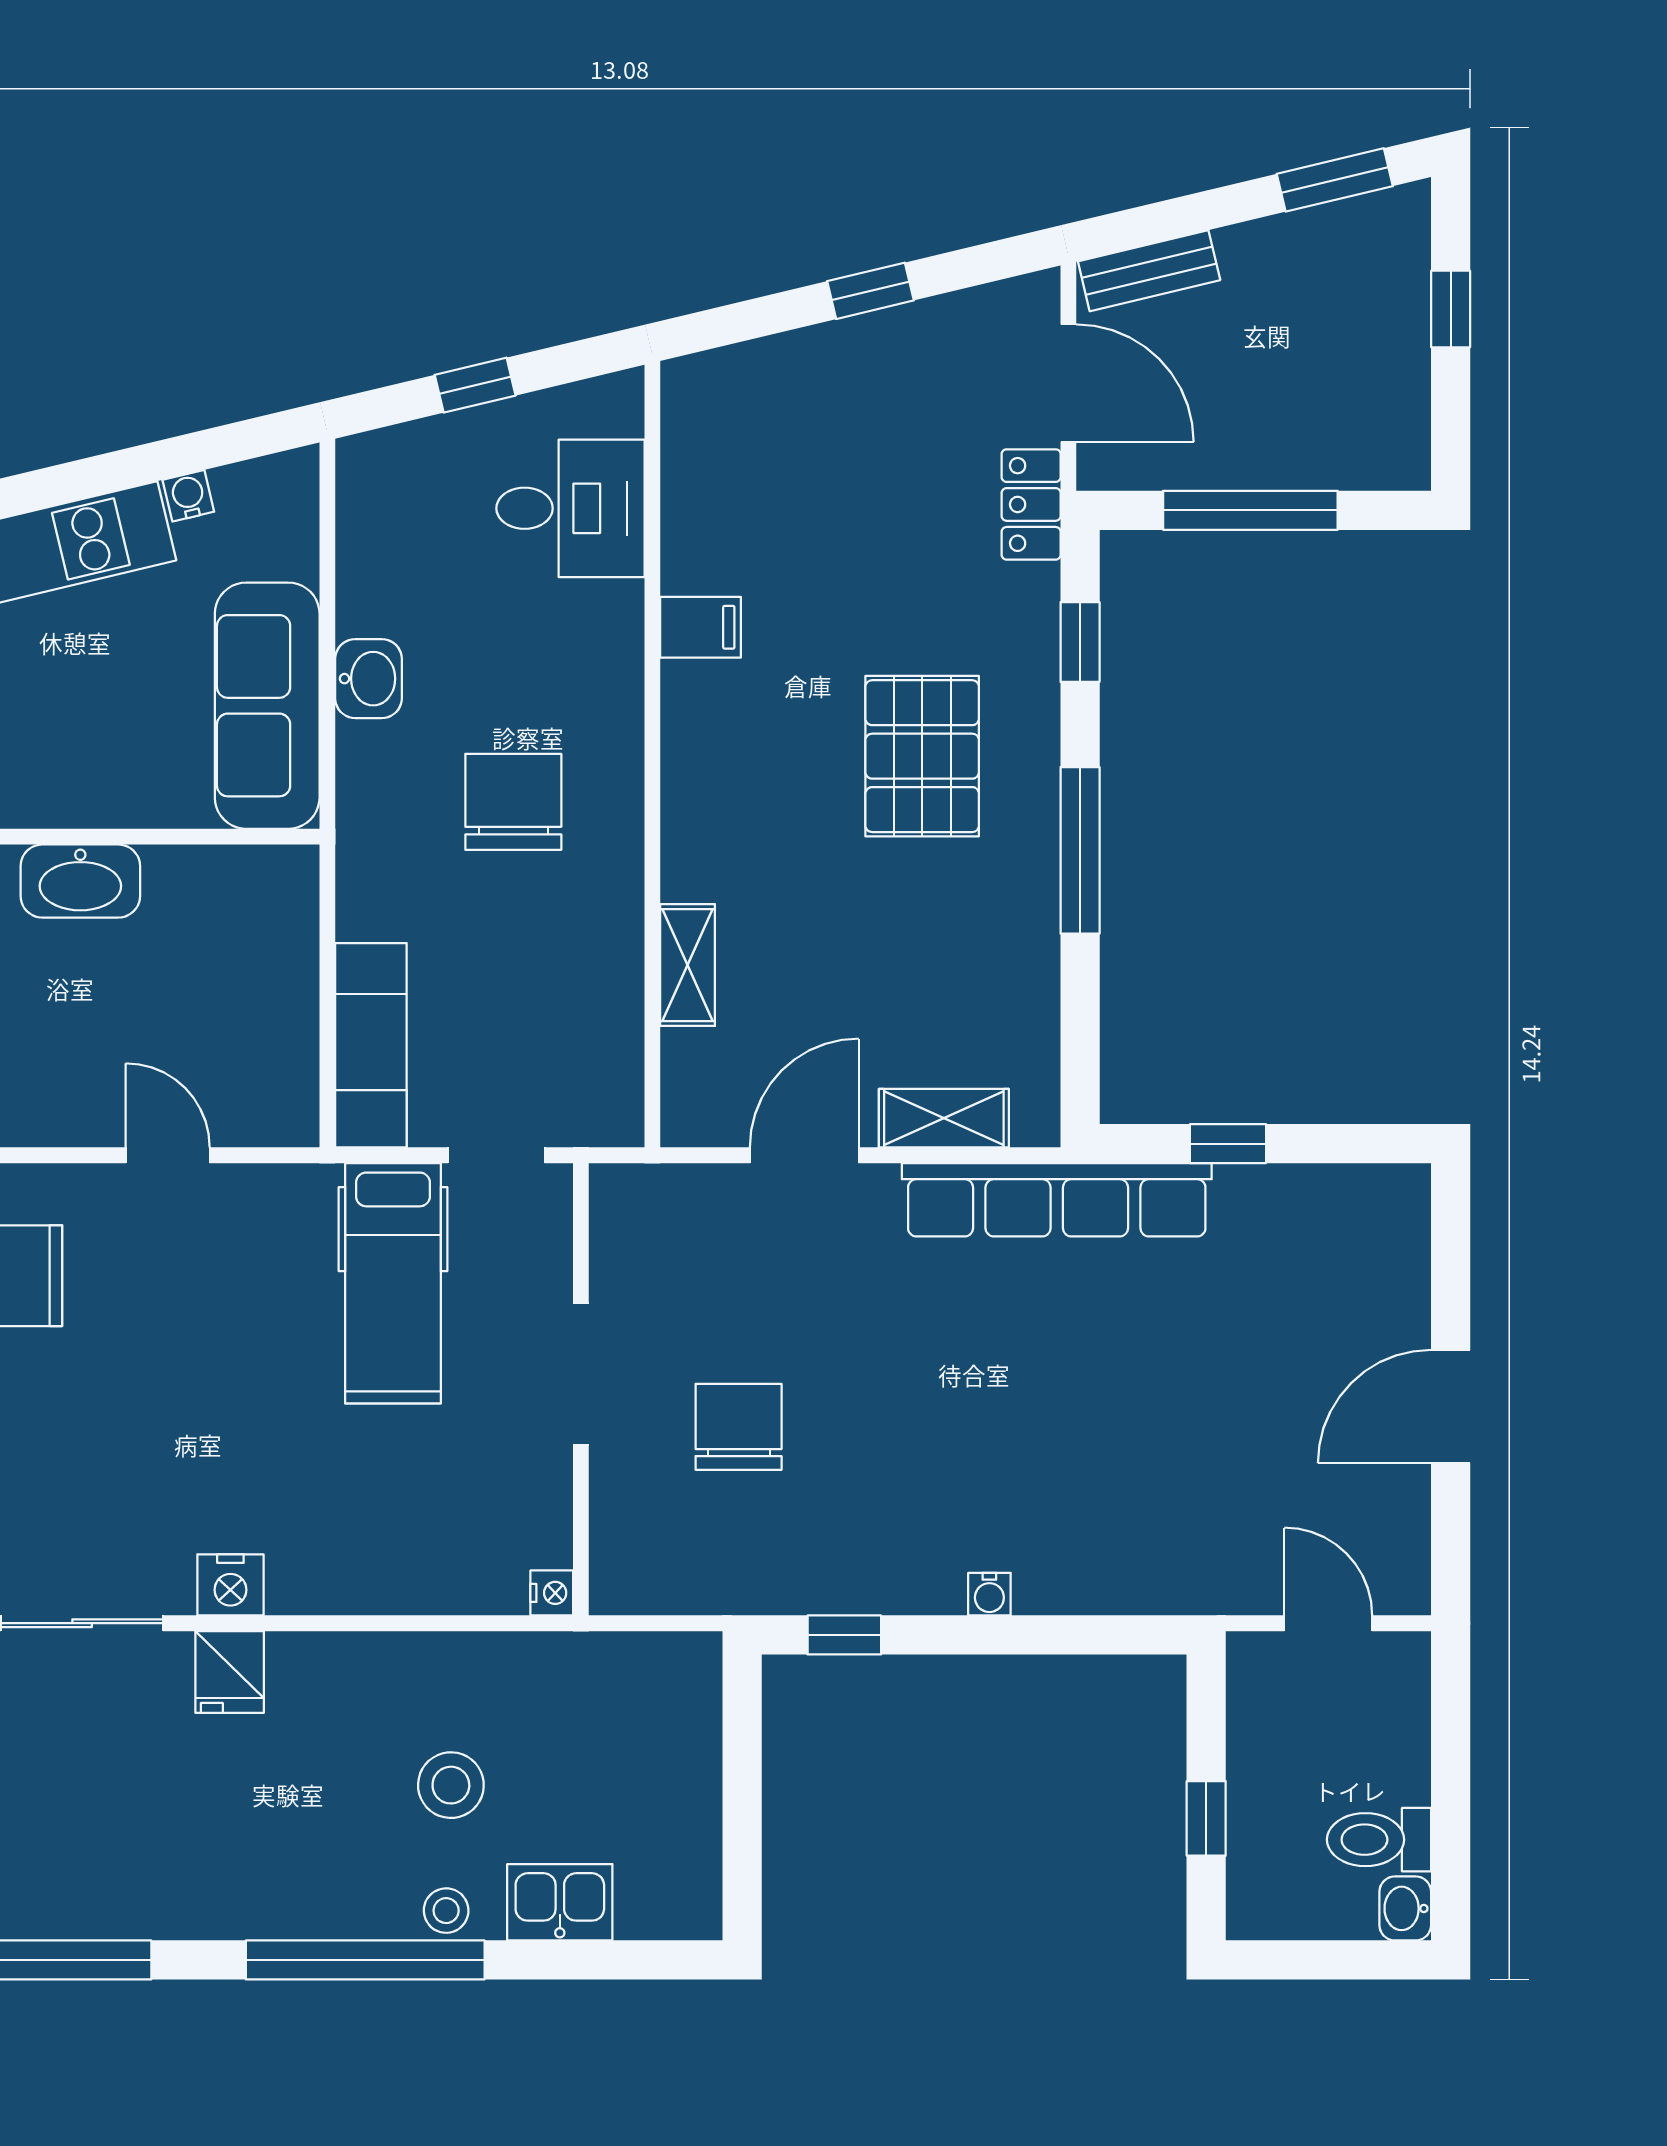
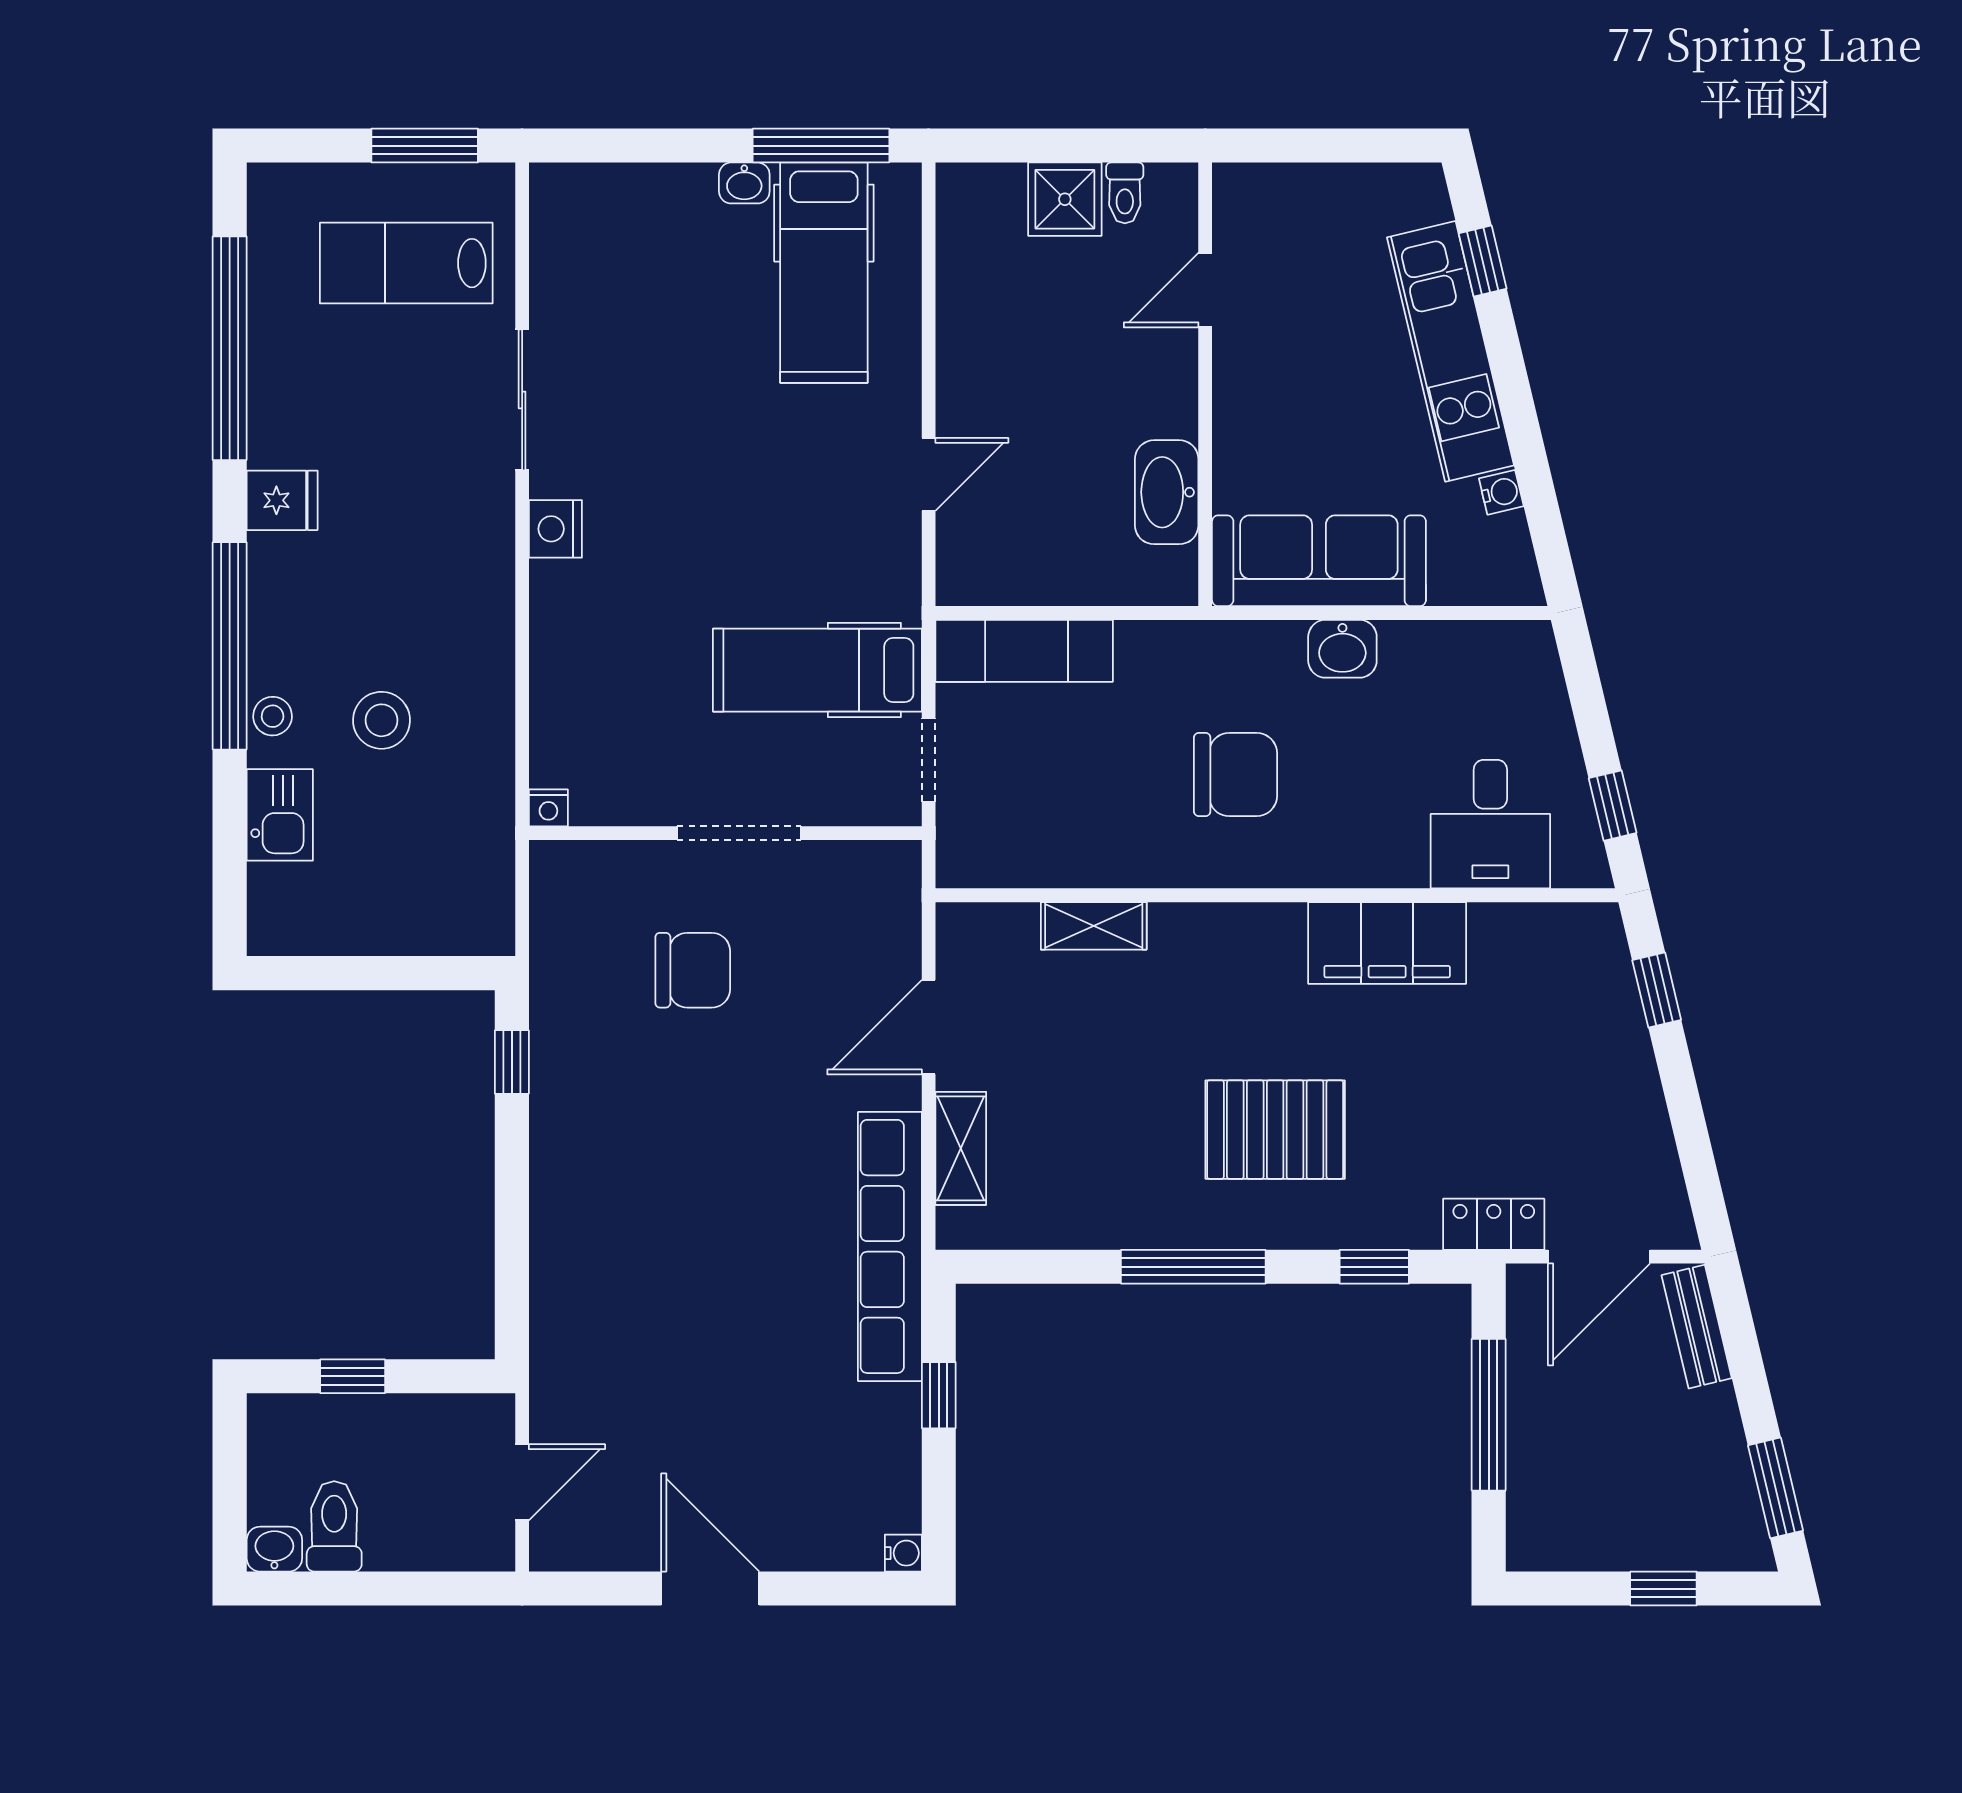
window: (870, 291) -> (1657, 990), moved
window: (475, 385) -> (1613, 806), moved
filing cabinet: (701, 627) -> (1387, 943), width x3.00, depth x1.17
washbasin: (80, 881) -> (1167, 492), moved
door: (804, 1155) -> (929, 1027), swing flipped
water cooler: (989, 1594) -> (903, 1553), moved, turned 180
fridge: (230, 1672) -> (282, 500), moved, turned 180

